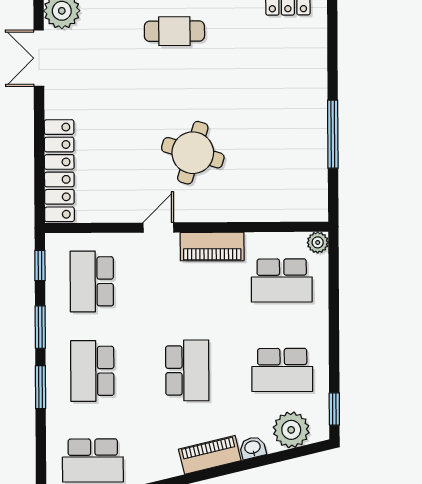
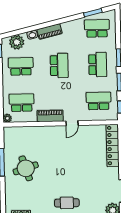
round table: (193, 153) -> (26, 168), moved, turned -35
school desk: (92, 281) -> (99, 101), turned -90
school desk: (187, 370) -> (59, 65), turned 180

